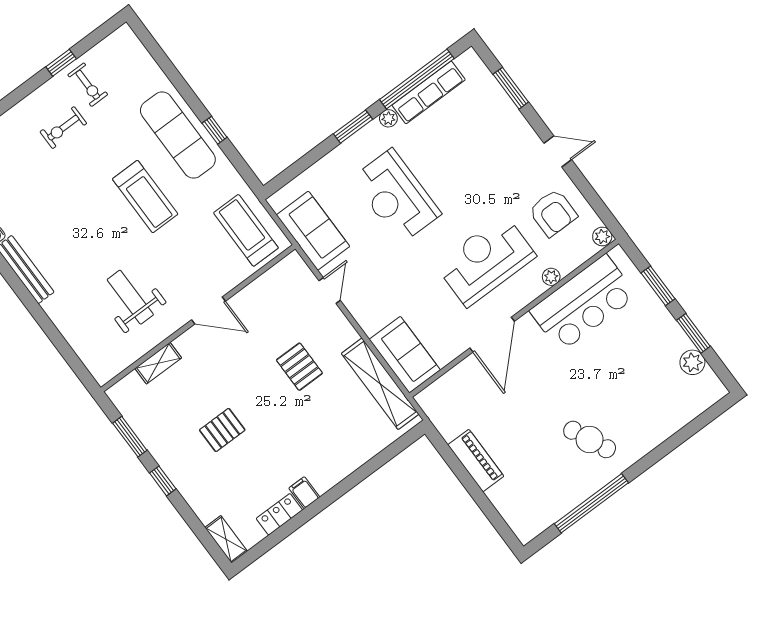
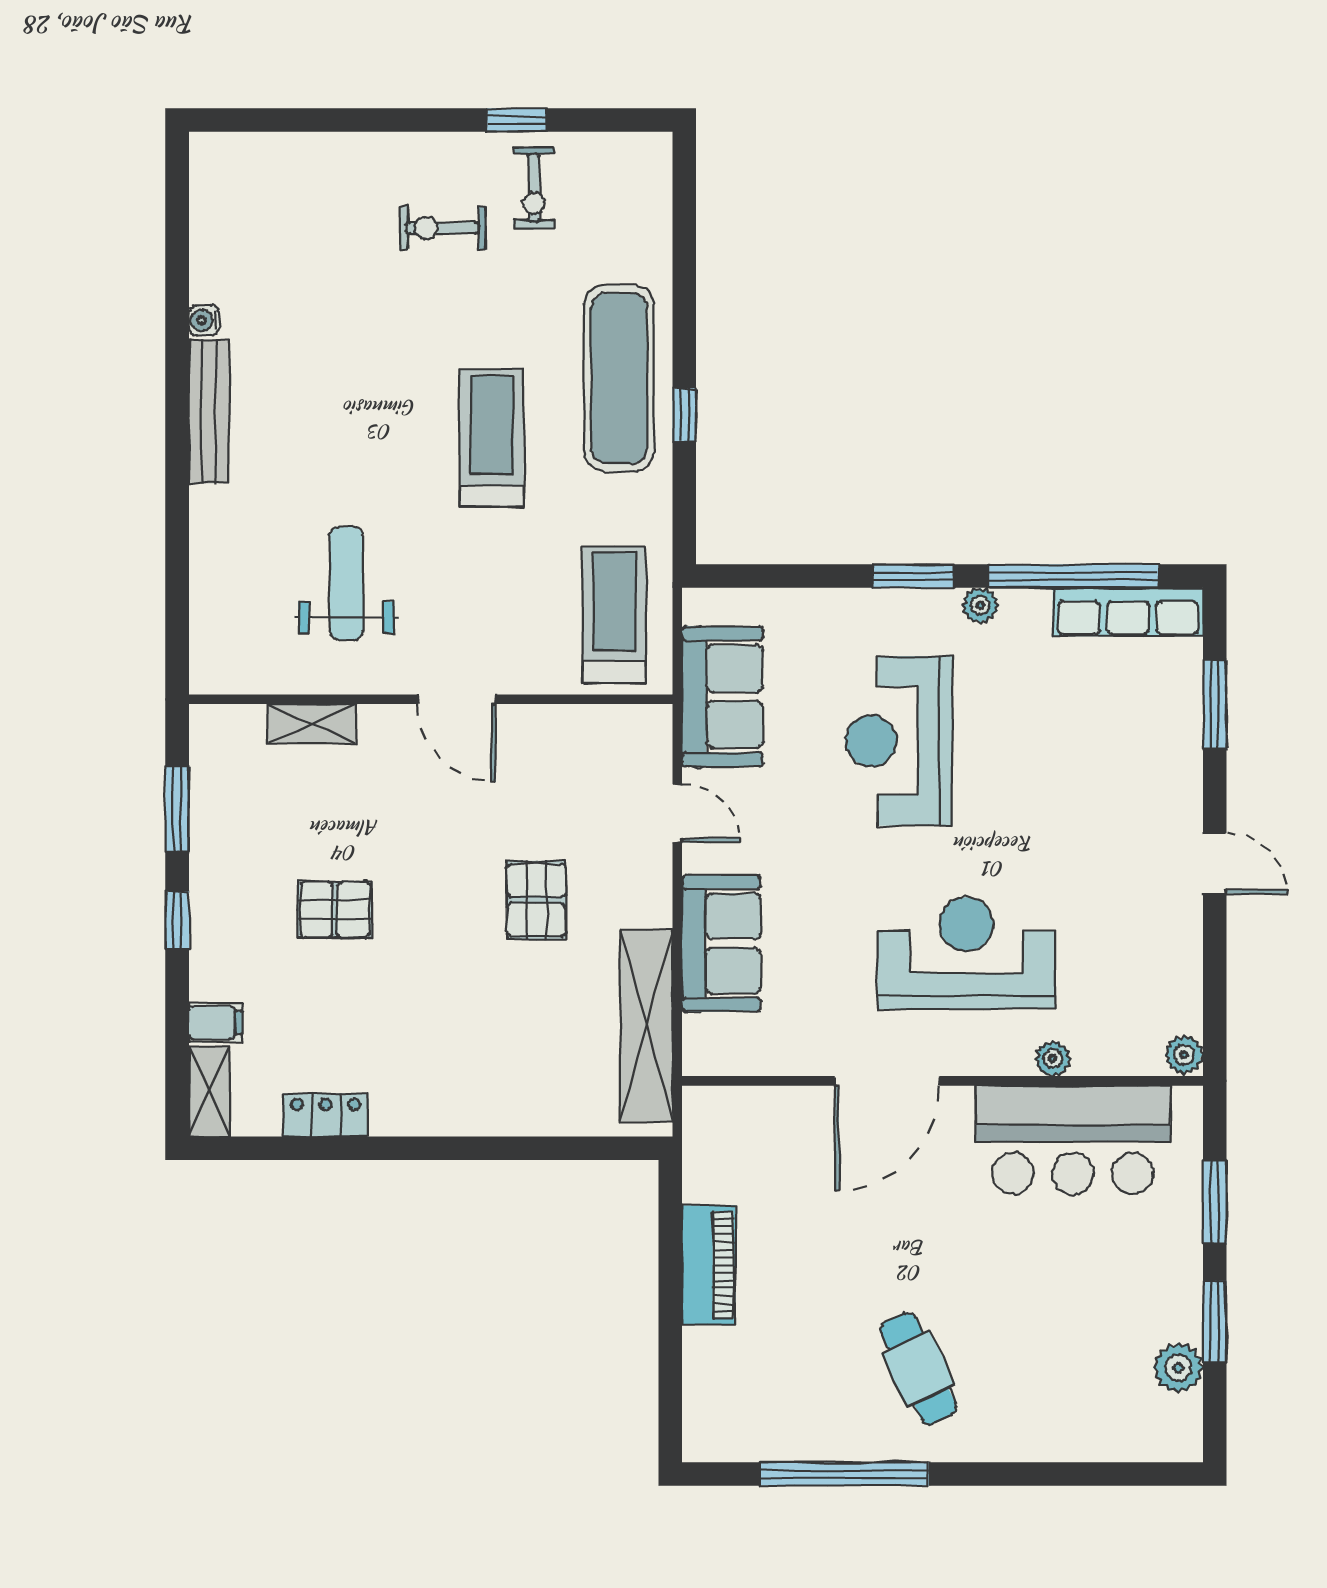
row of seats: (429, 92) -> (1128, 612), moved
treadmill: (145, 197) -> (492, 438), turned 180
armchair: (553, 213) -> (1133, 957), removed
door: (330, 290) -> (677, 813), hinge flipped
sofa: (405, 355) -> (721, 943), moved
filing cabinet: (304, 493) -> (215, 1023), moved, turned 90

